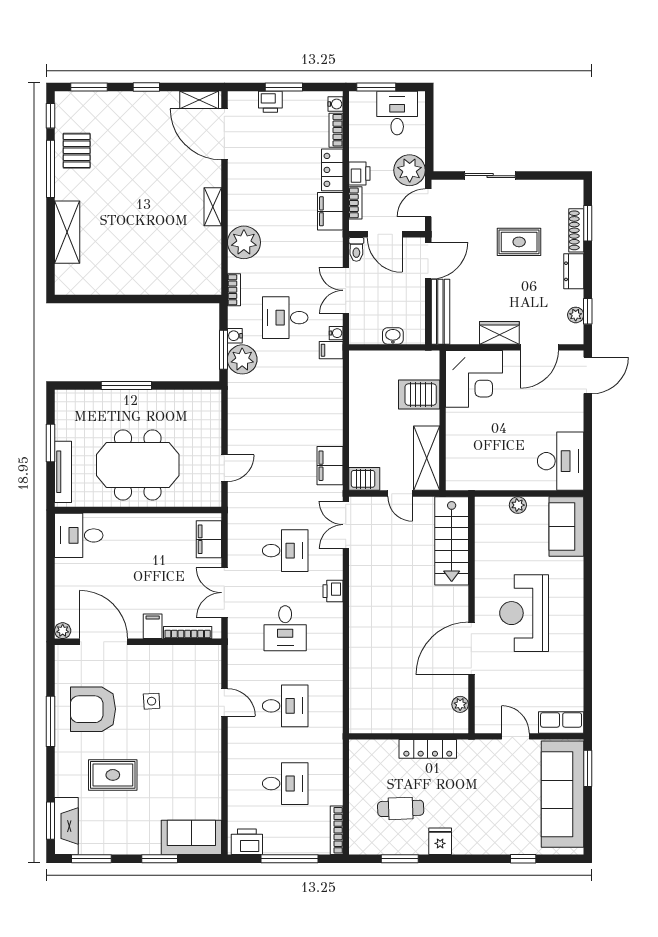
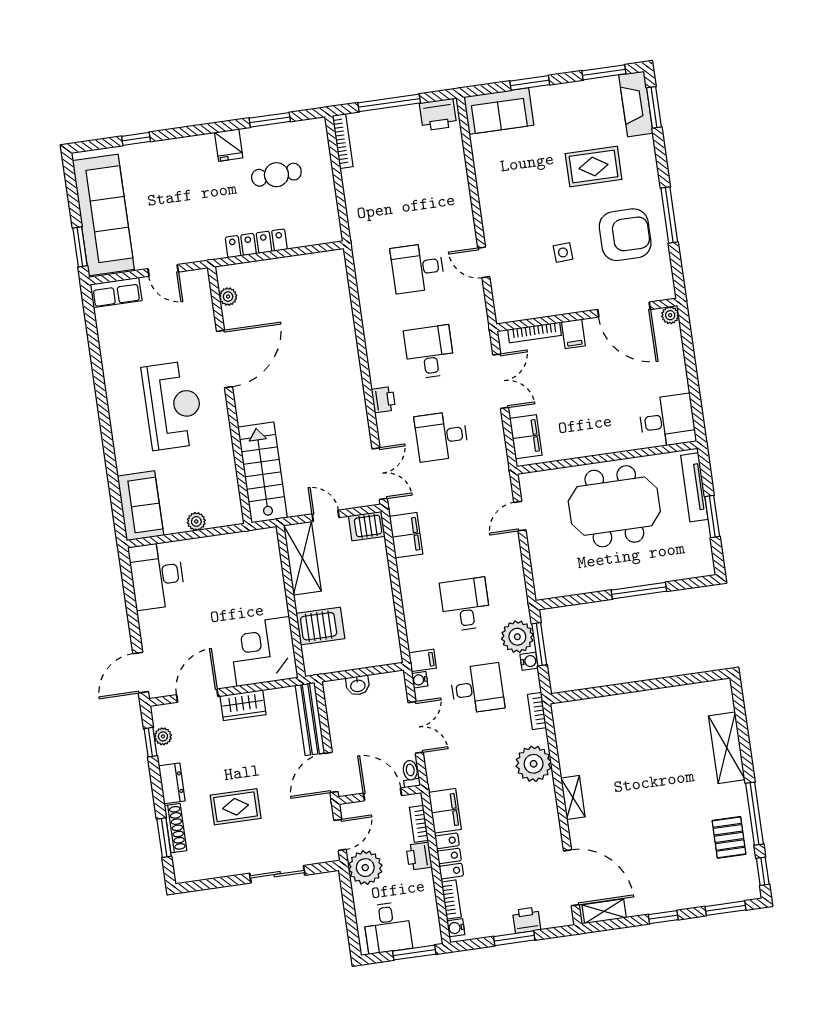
desk: (285, 784) -> (465, 604), moved, turned 90

